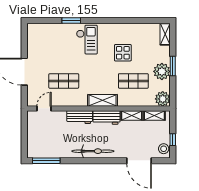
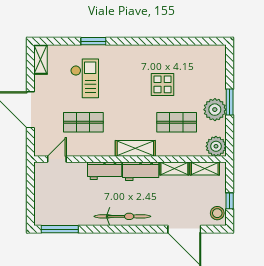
shelving: (165, 34) -> (41, 60), moved
checkout: (87, 40) -> (85, 78), moved

